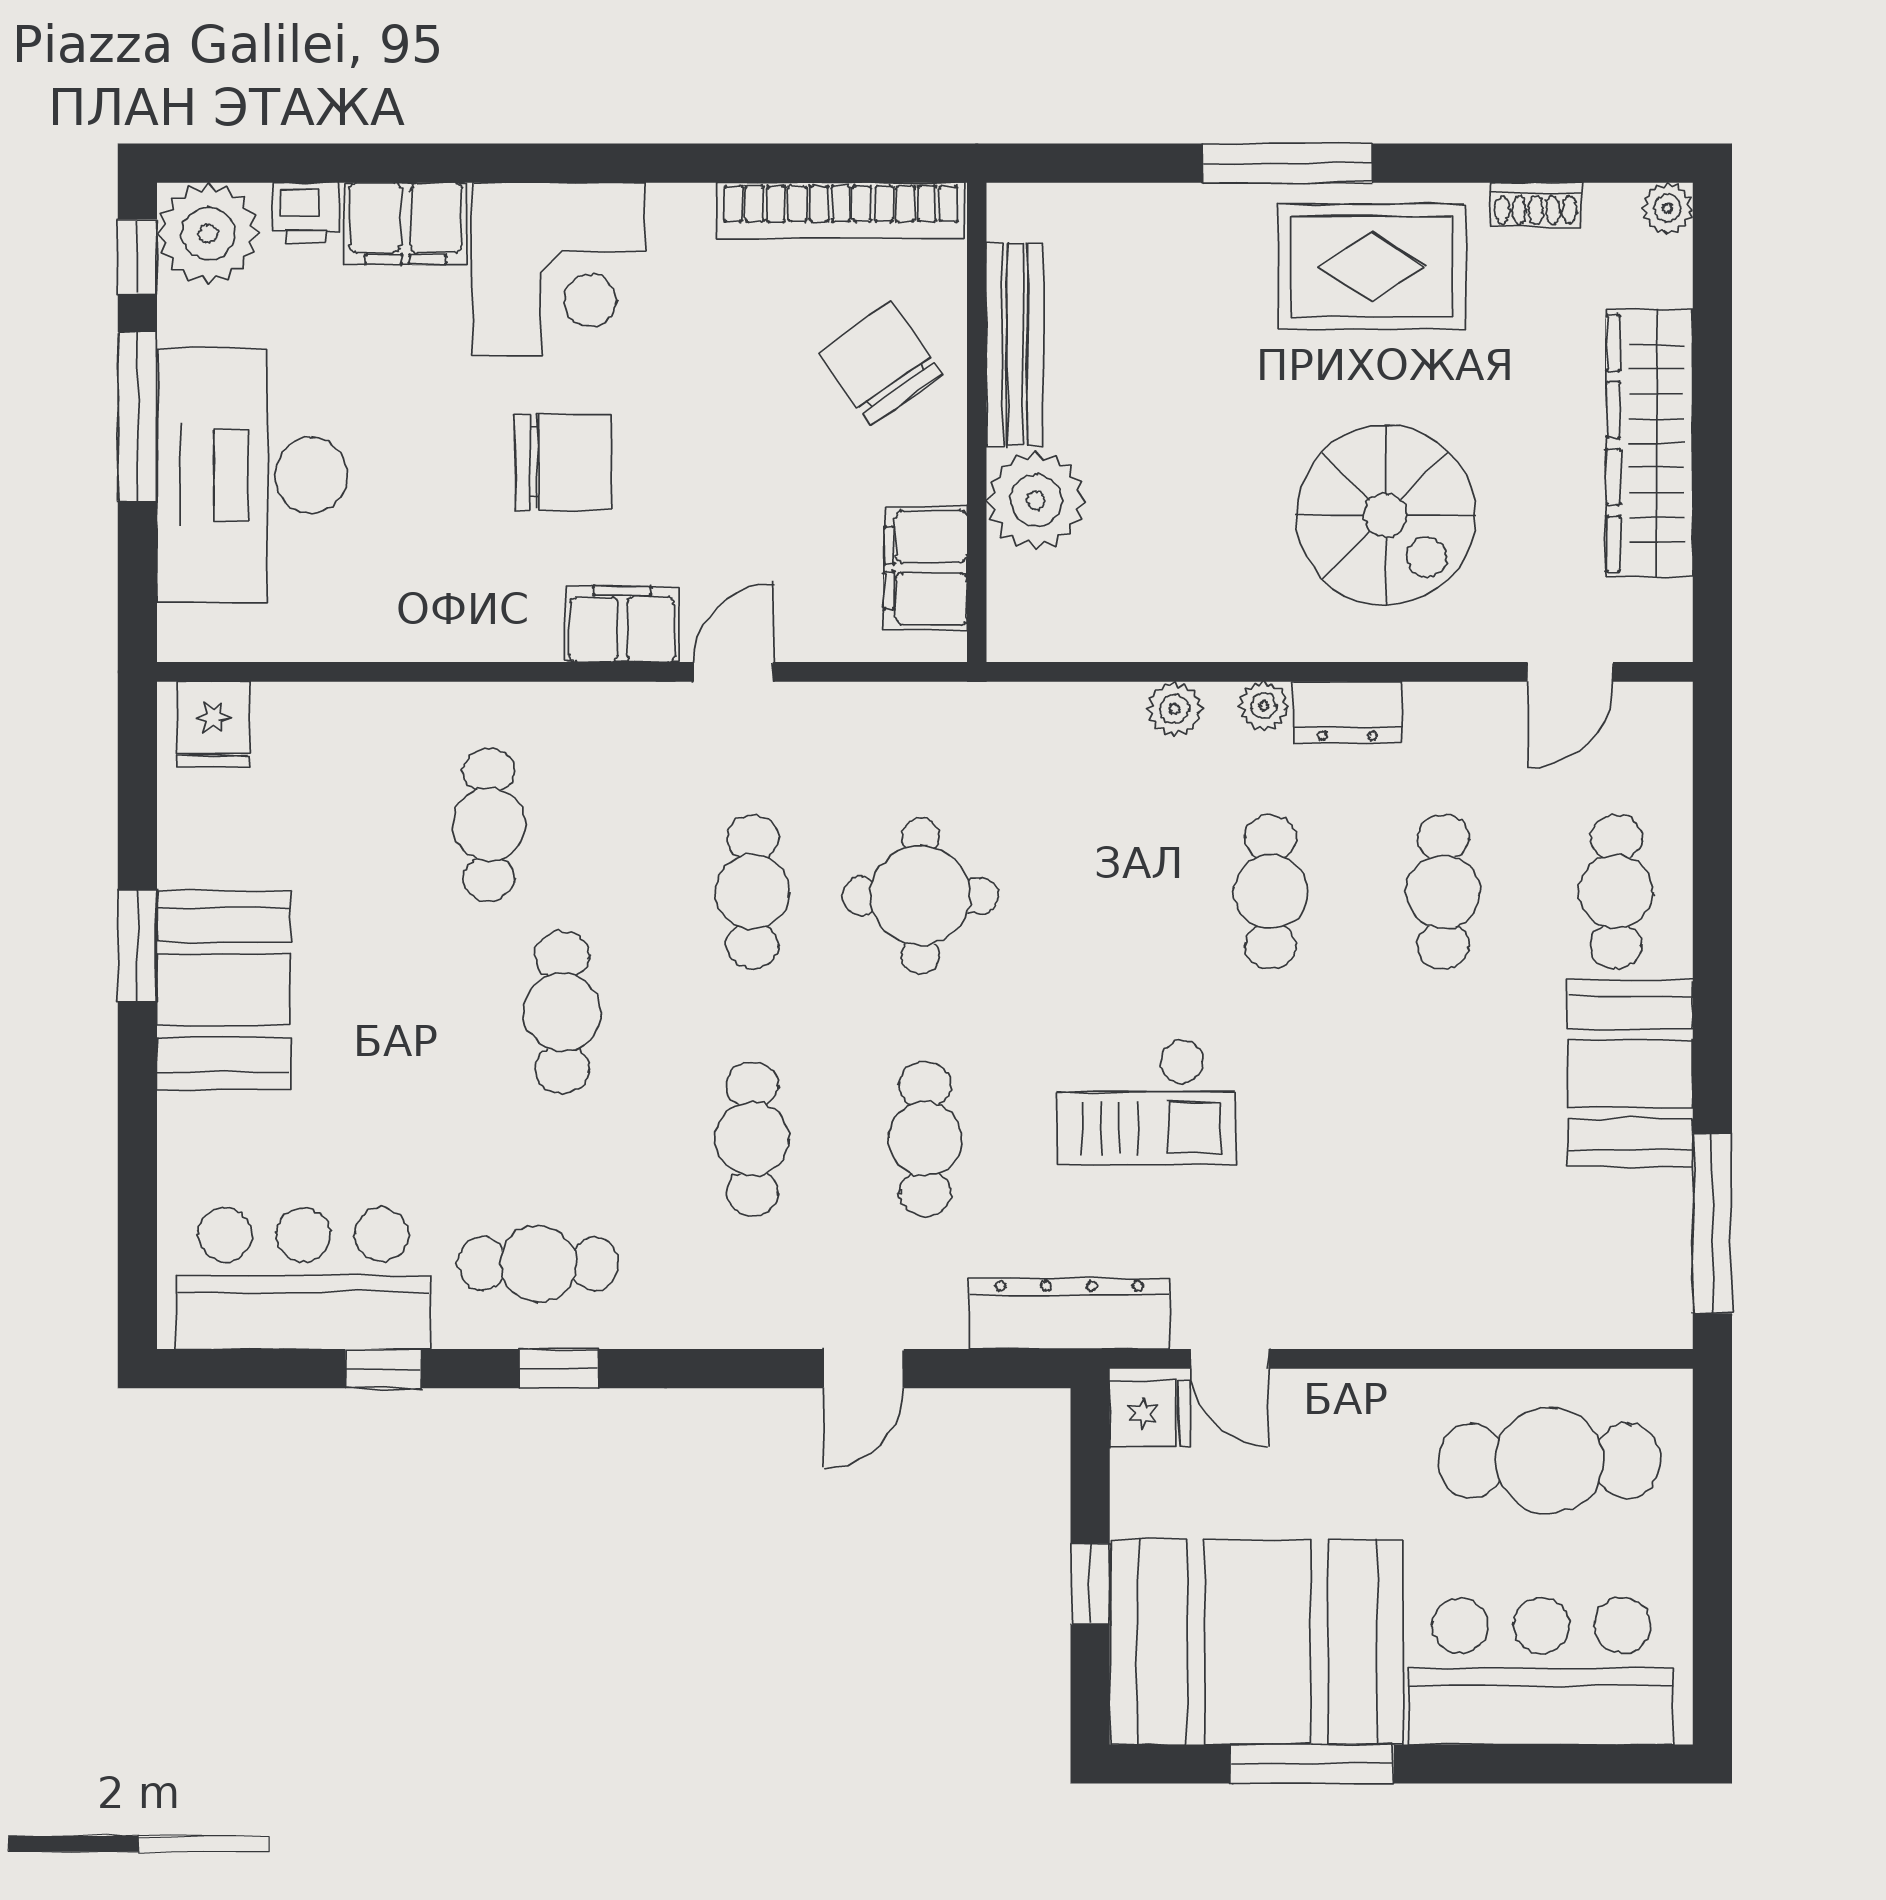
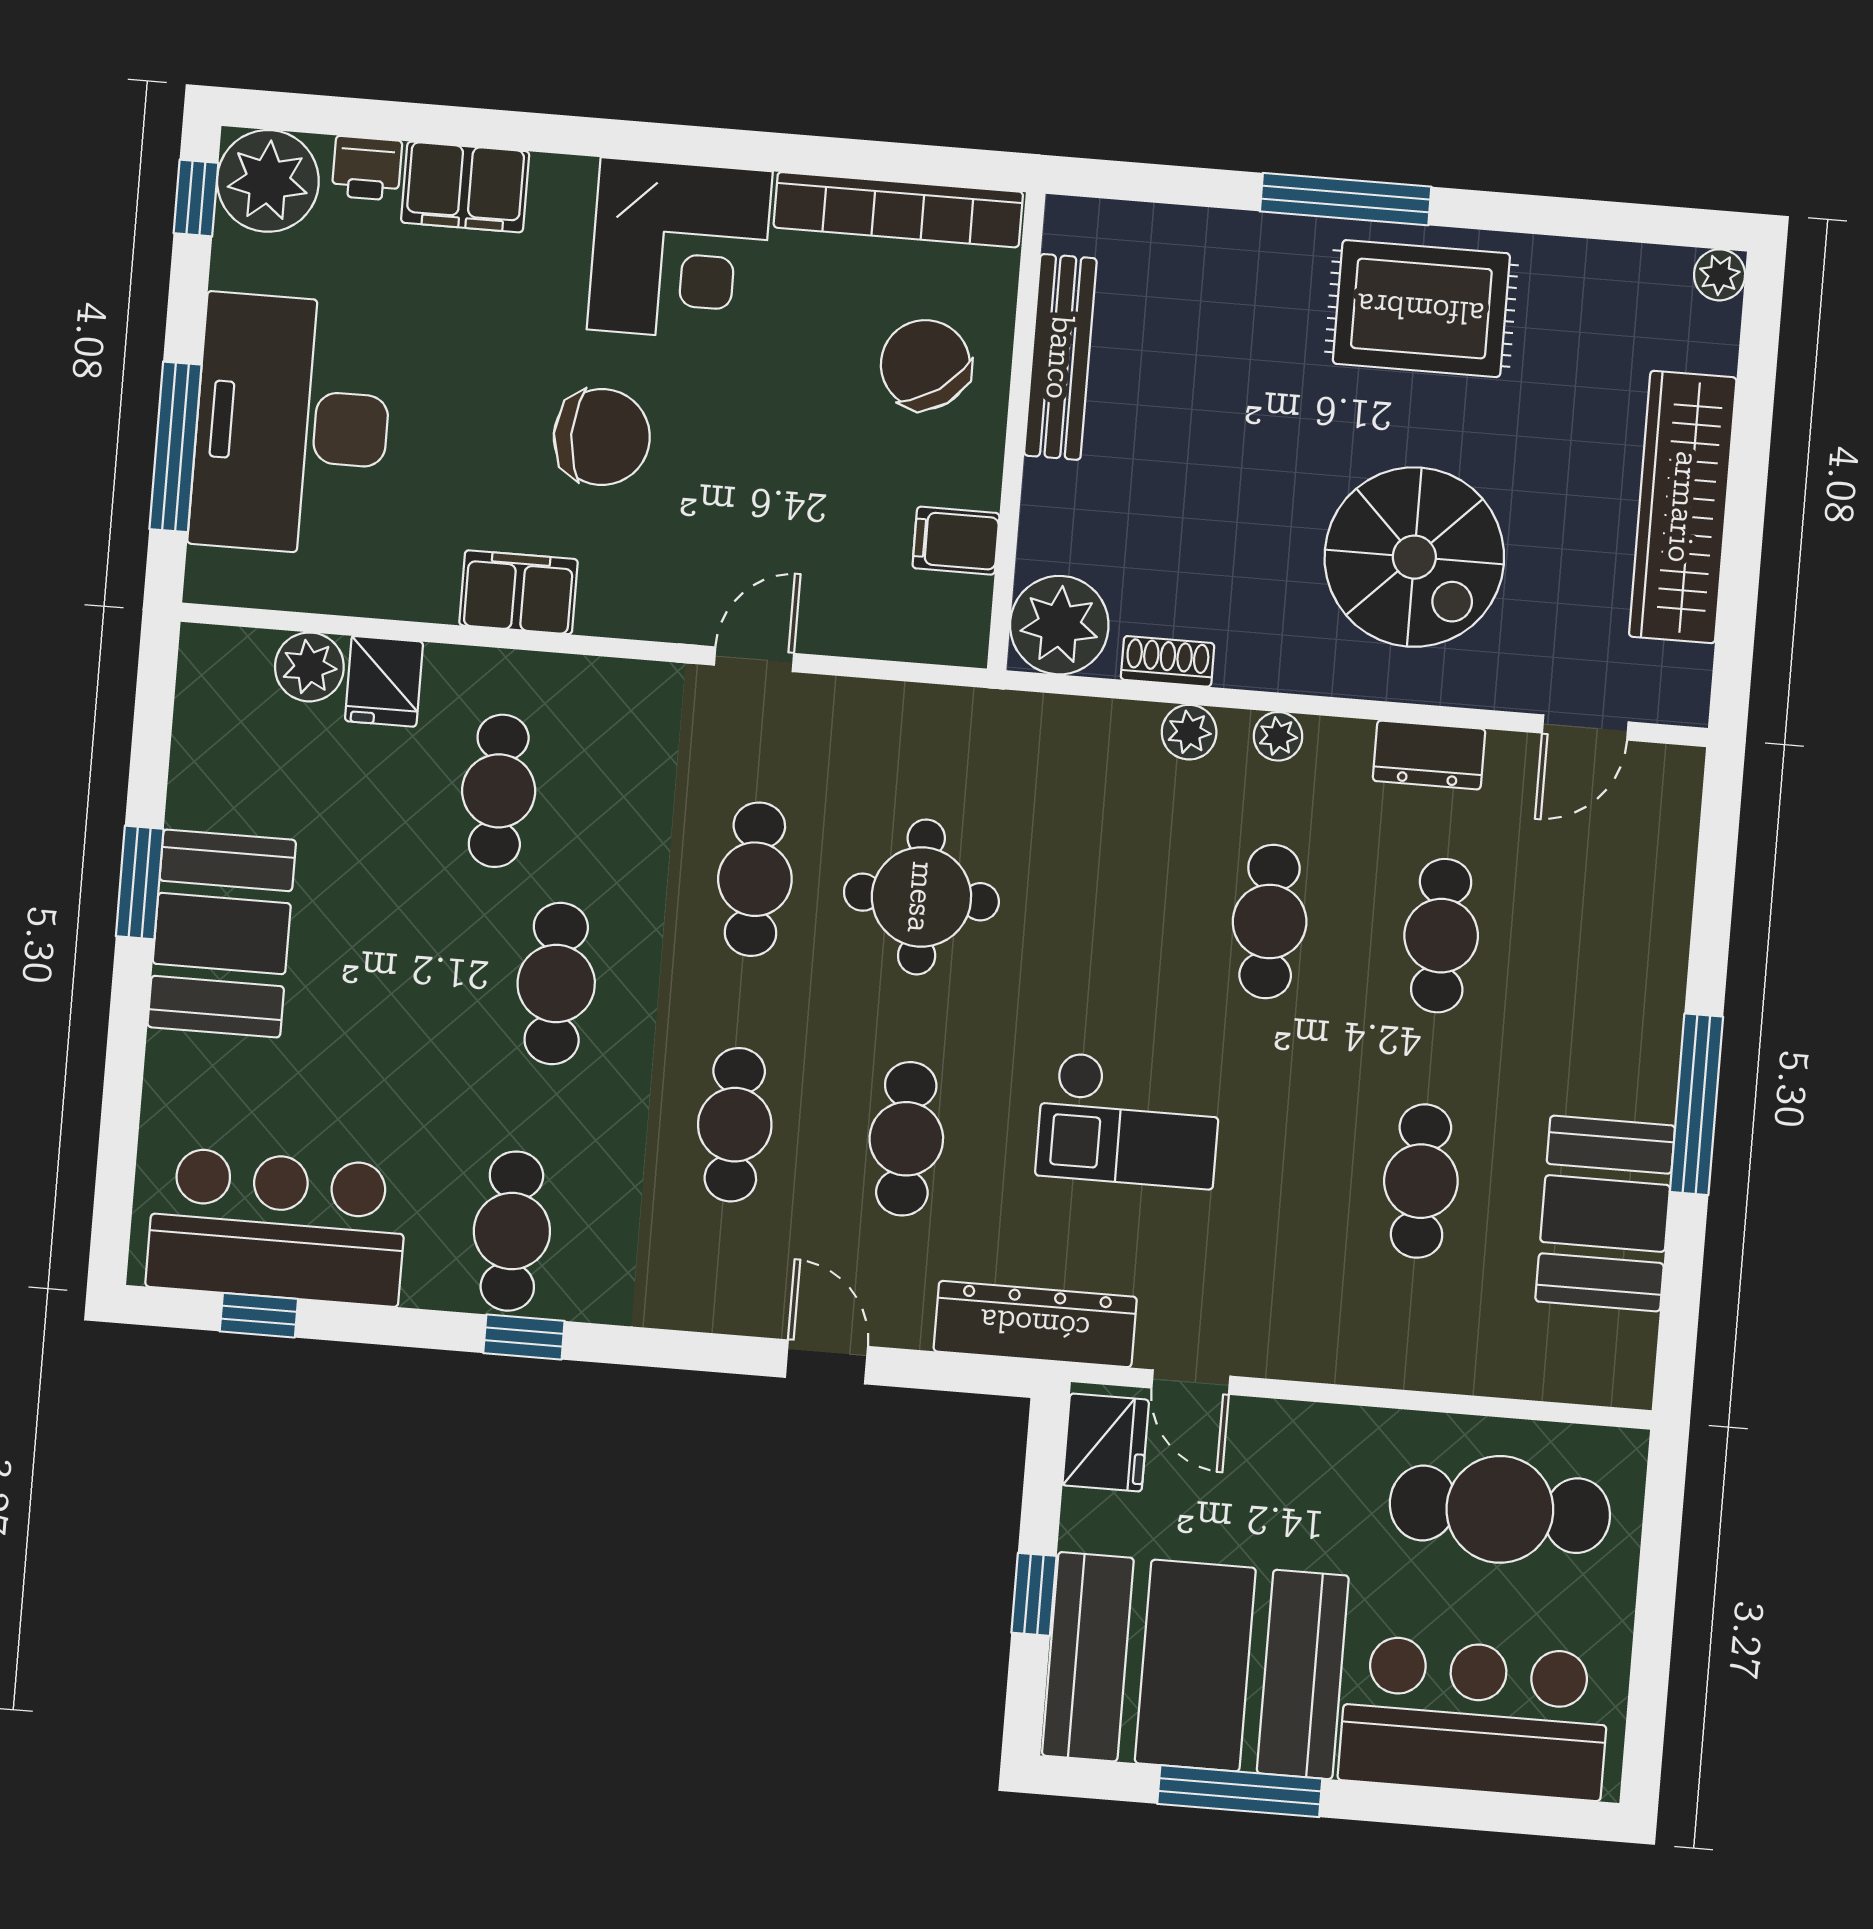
shoe rack: (1536, 205) -> (1168, 661), moved, turned 180
corner desk: (559, 269) -> (680, 250), moved
window: (137, 417) -> (175, 447), moved
plant: (1036, 501) -> (1059, 625), moved
filing cabinet: (926, 568) -> (956, 541), width x0.50
filing cabinet: (622, 624) -> (518, 592), moved
dresser: (1348, 712) -> (1429, 755), moved
plant: (289, 716) -> (309, 667), added
fridge: (214, 725) -> (384, 681), moved
cafe table: (1616, 892) -> (1421, 1181), moved
booth: (1630, 1073) -> (1605, 1214), moved
window: (1712, 1223) -> (1696, 1104), moved
cafe table: (538, 1264) -> (512, 1231), turned 90
window: (383, 1369) -> (259, 1315), moved
door: (864, 1369) -> (826, 1362), swing flipped
fridge: (1149, 1413) -> (1106, 1443), width x1.38

